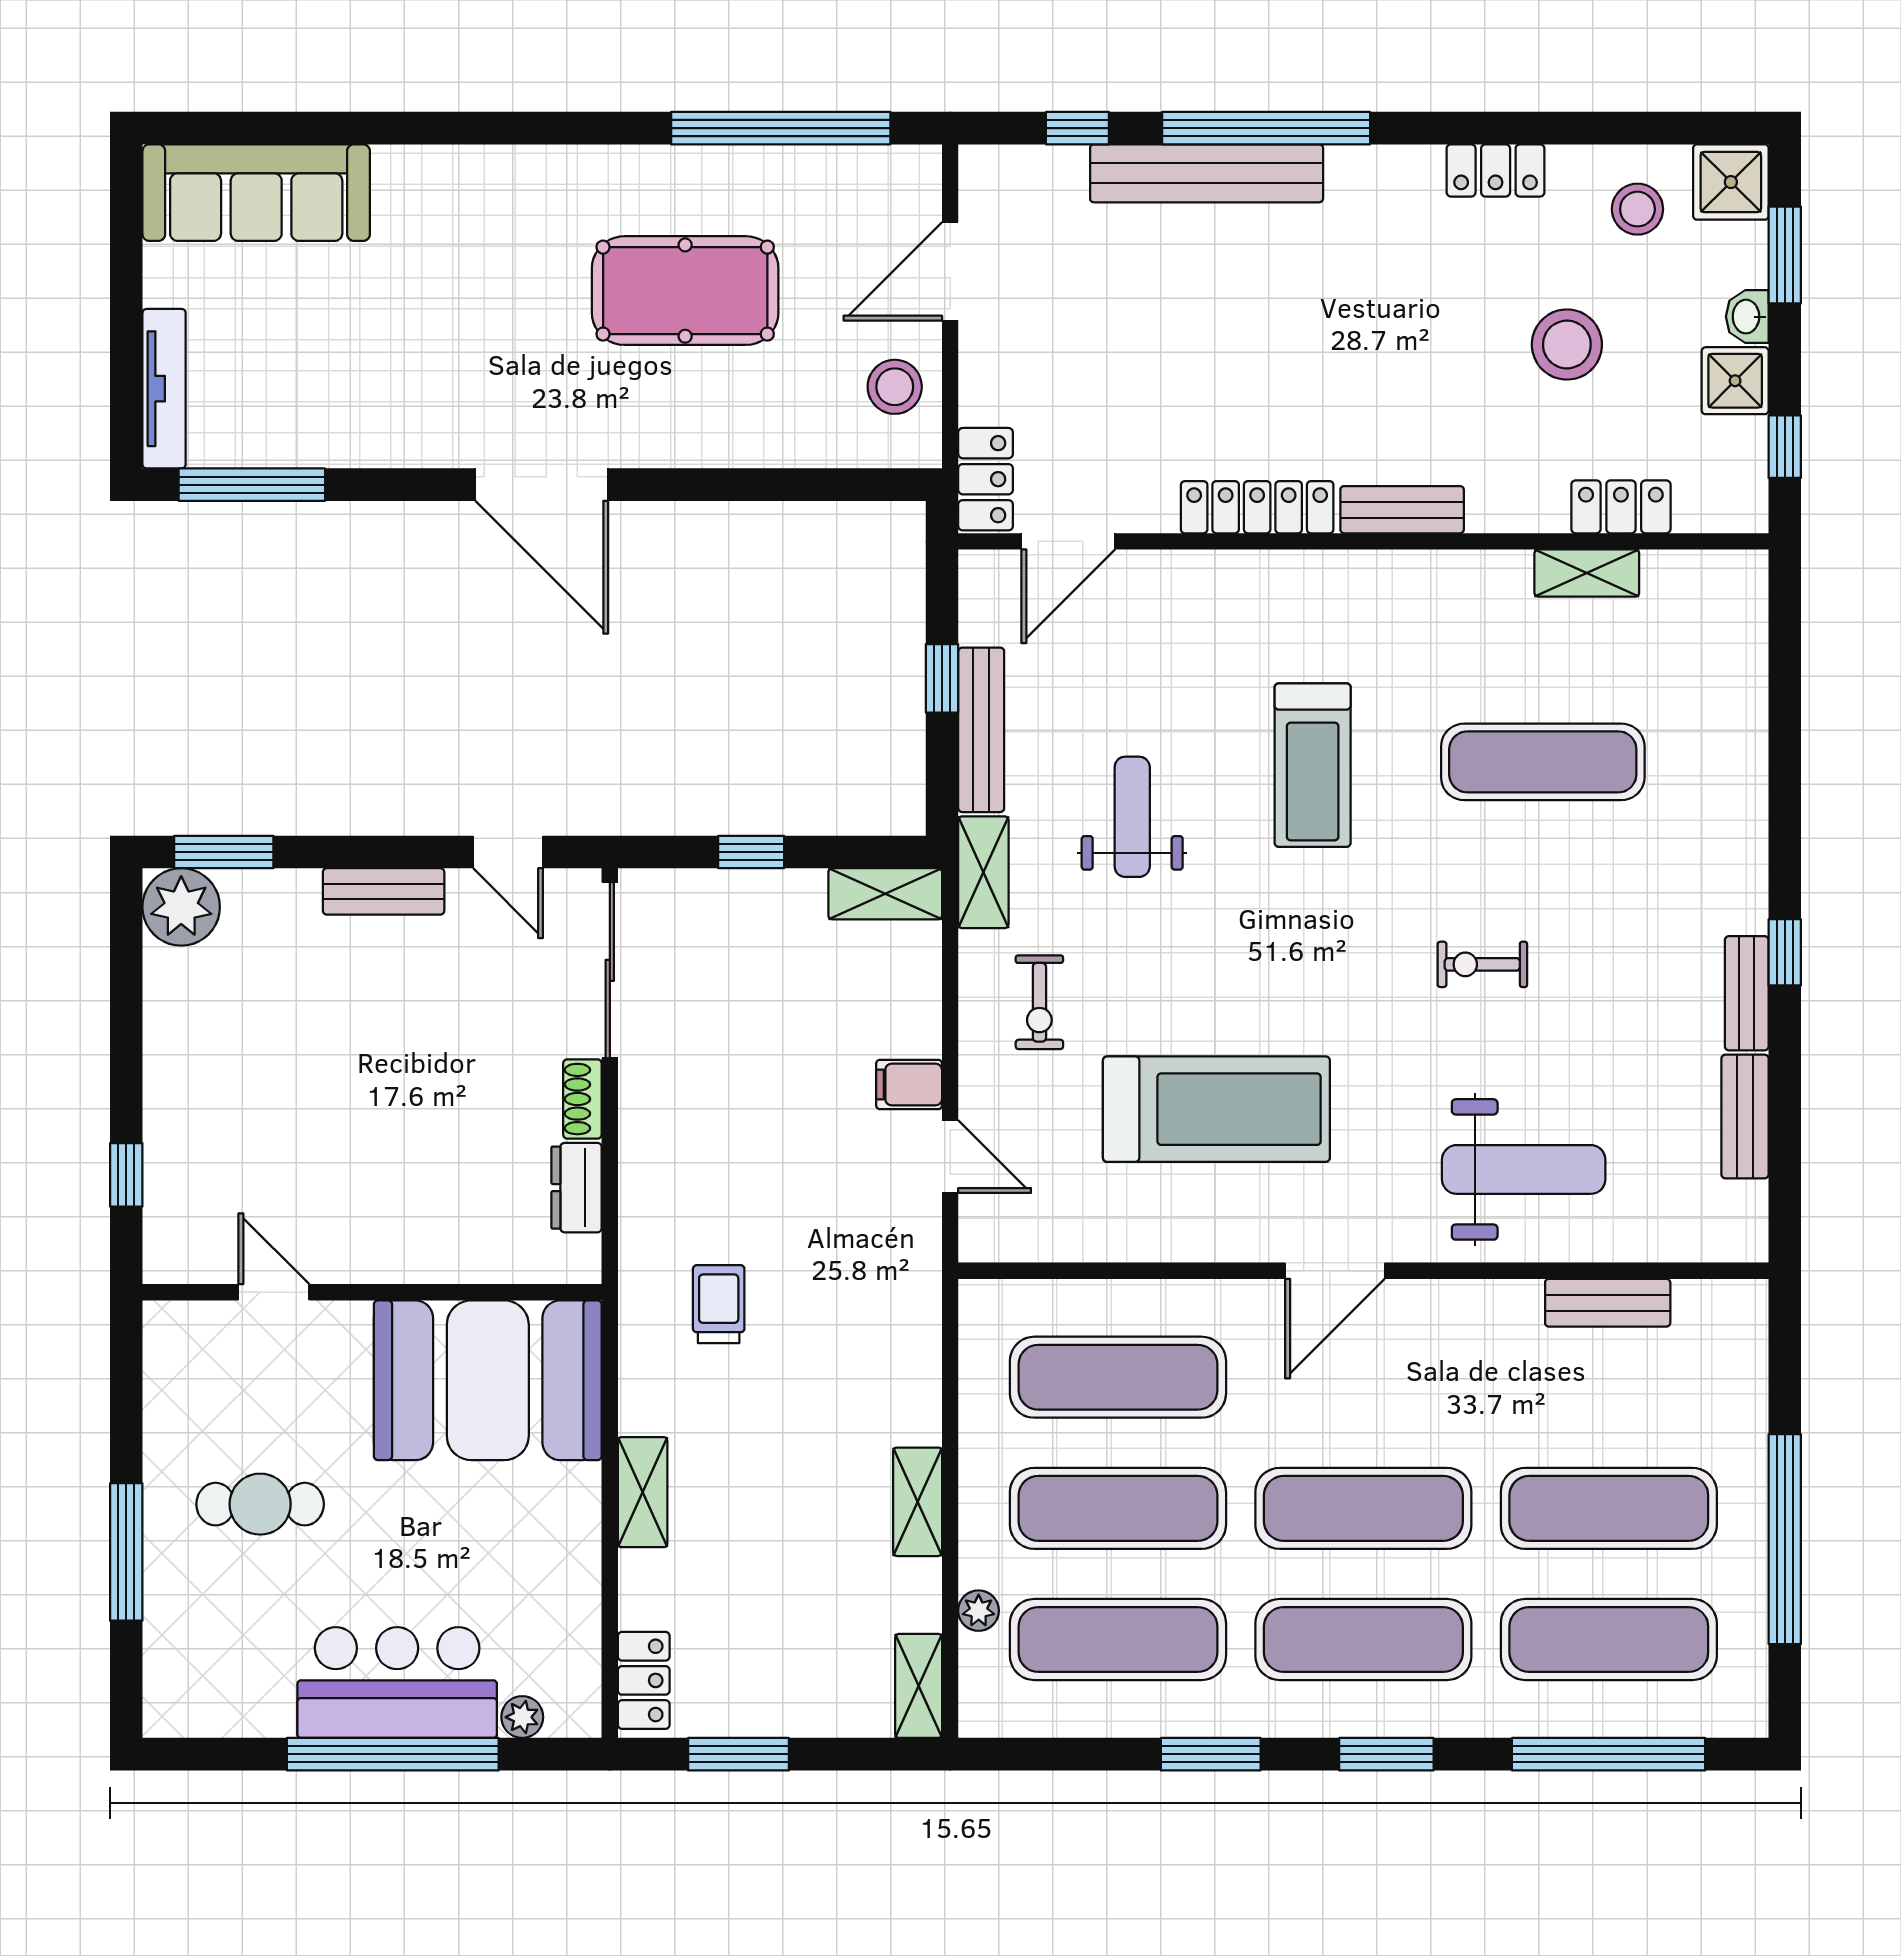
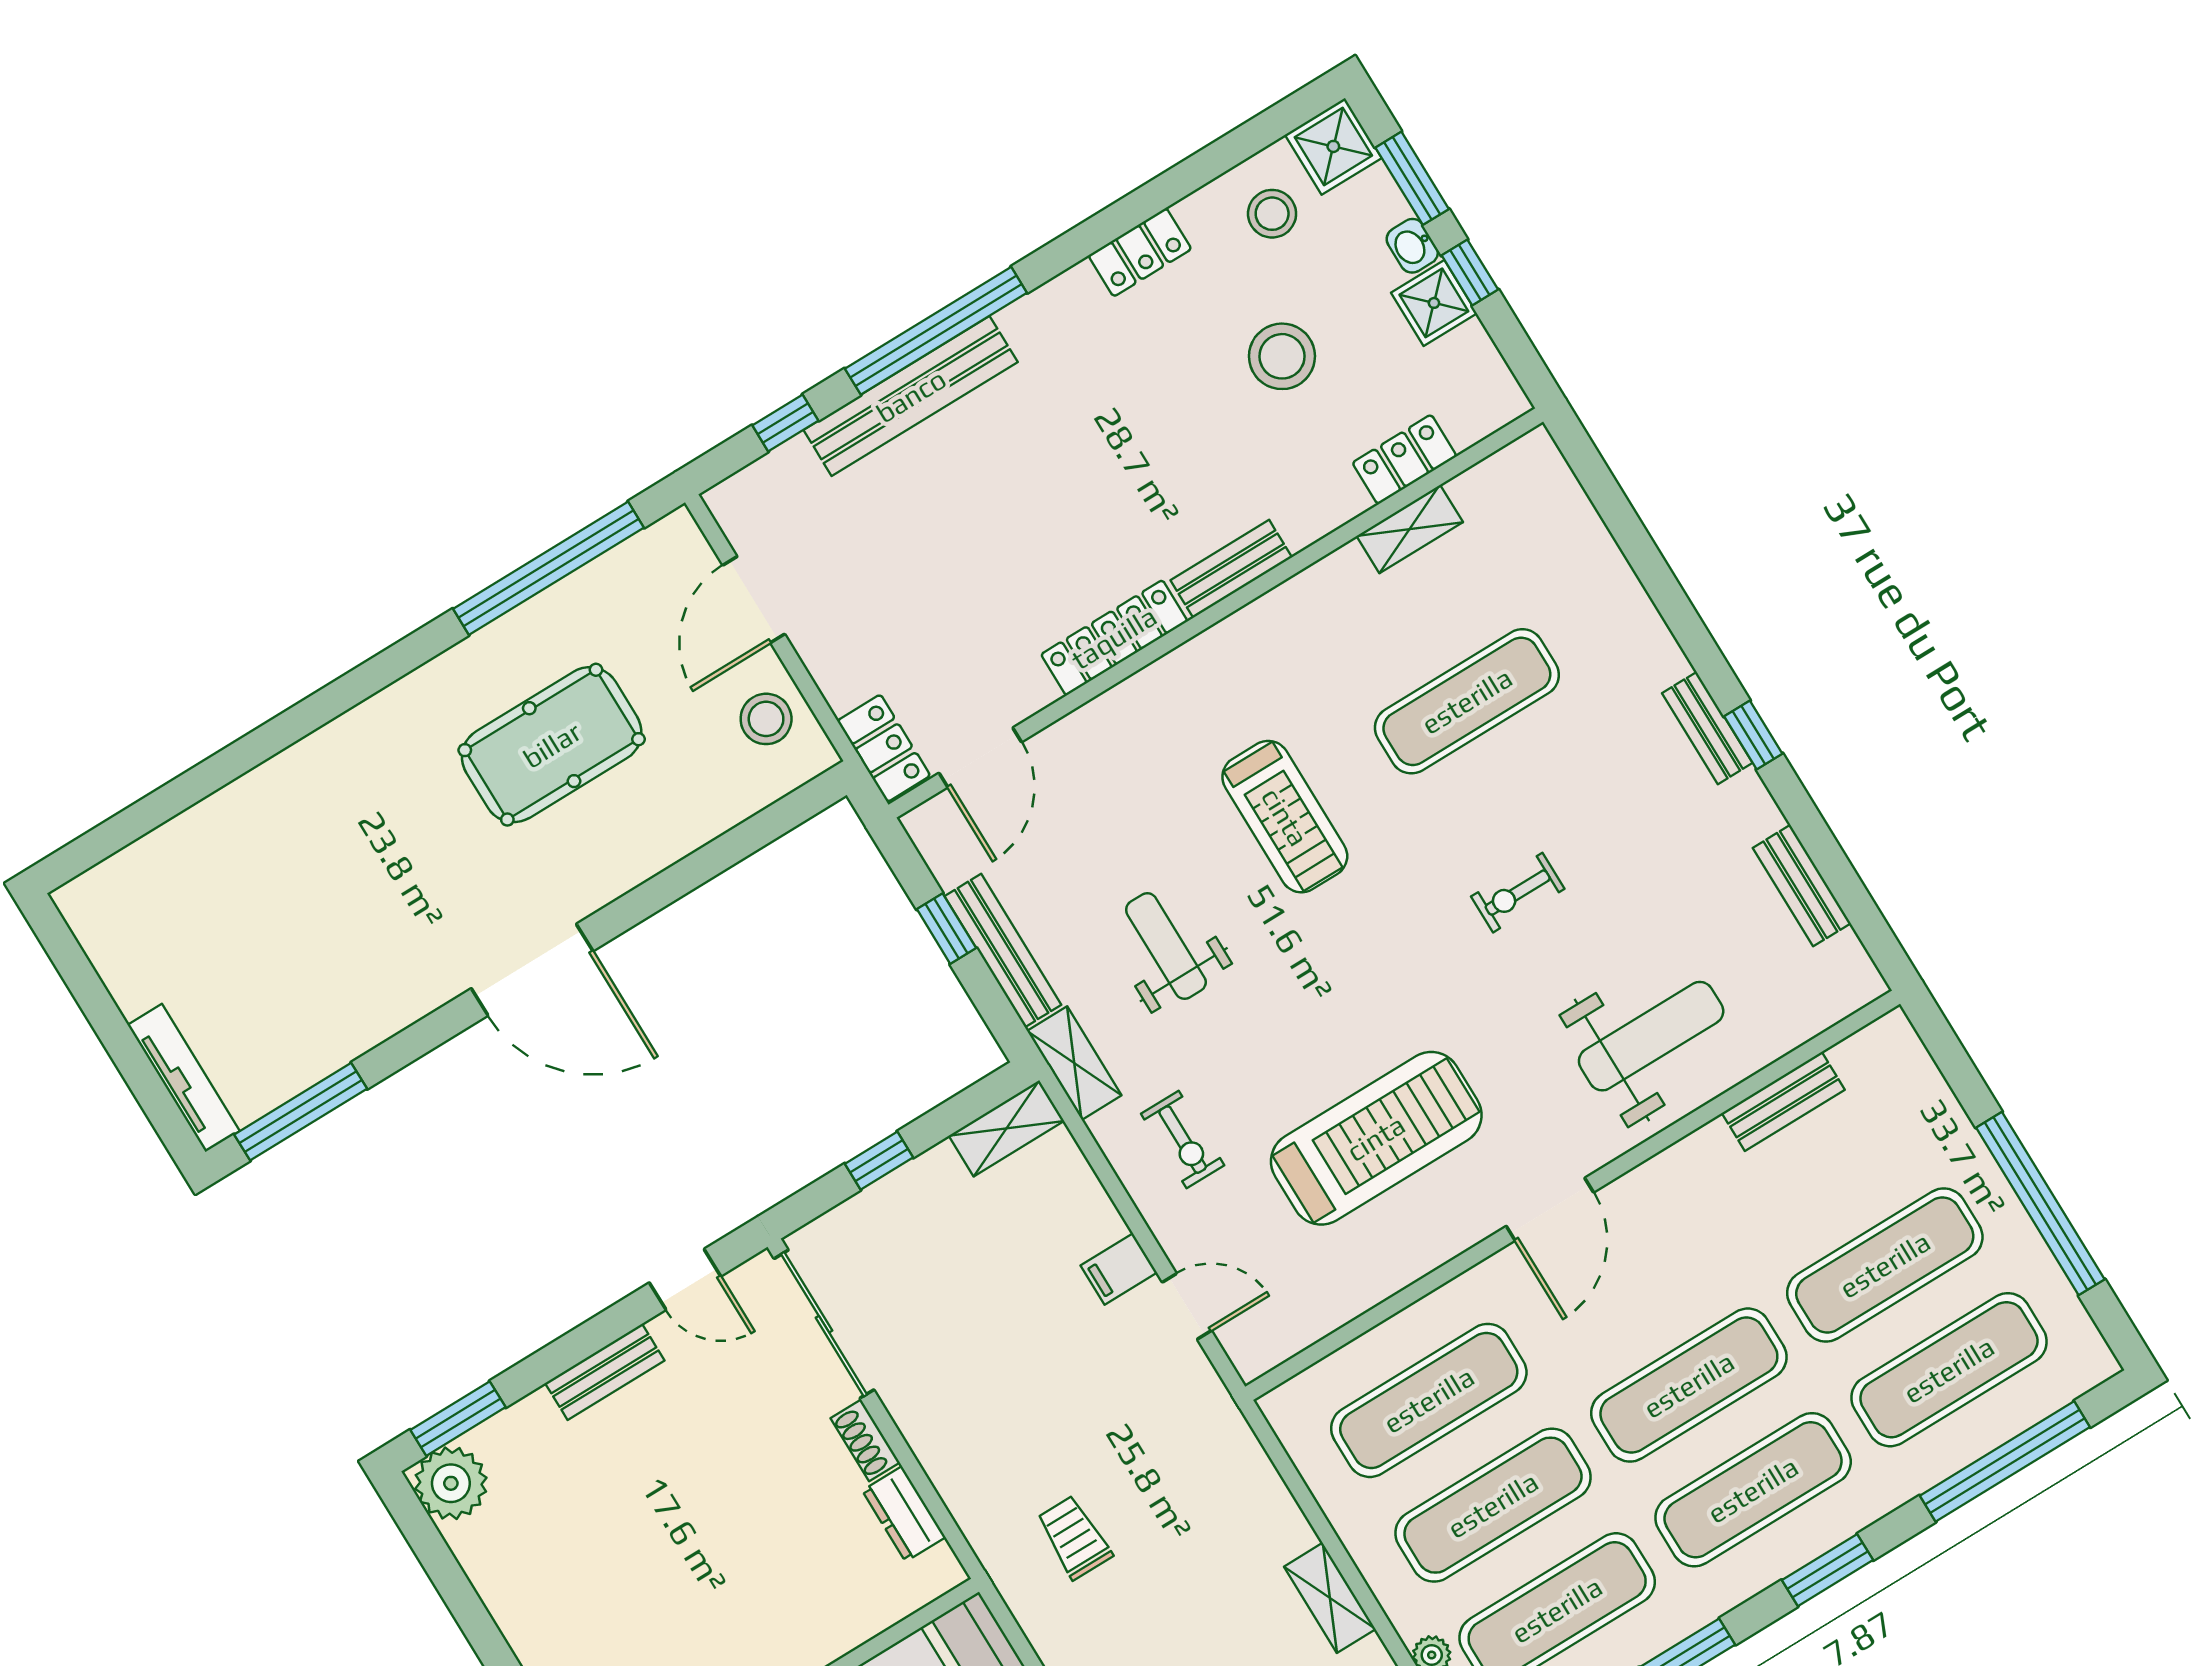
sofa: (256, 193) -> (161, 876), removed
window: (1785, 447) -> (1470, 272), moved
bench: (1747, 993) -> (1707, 728), moved

